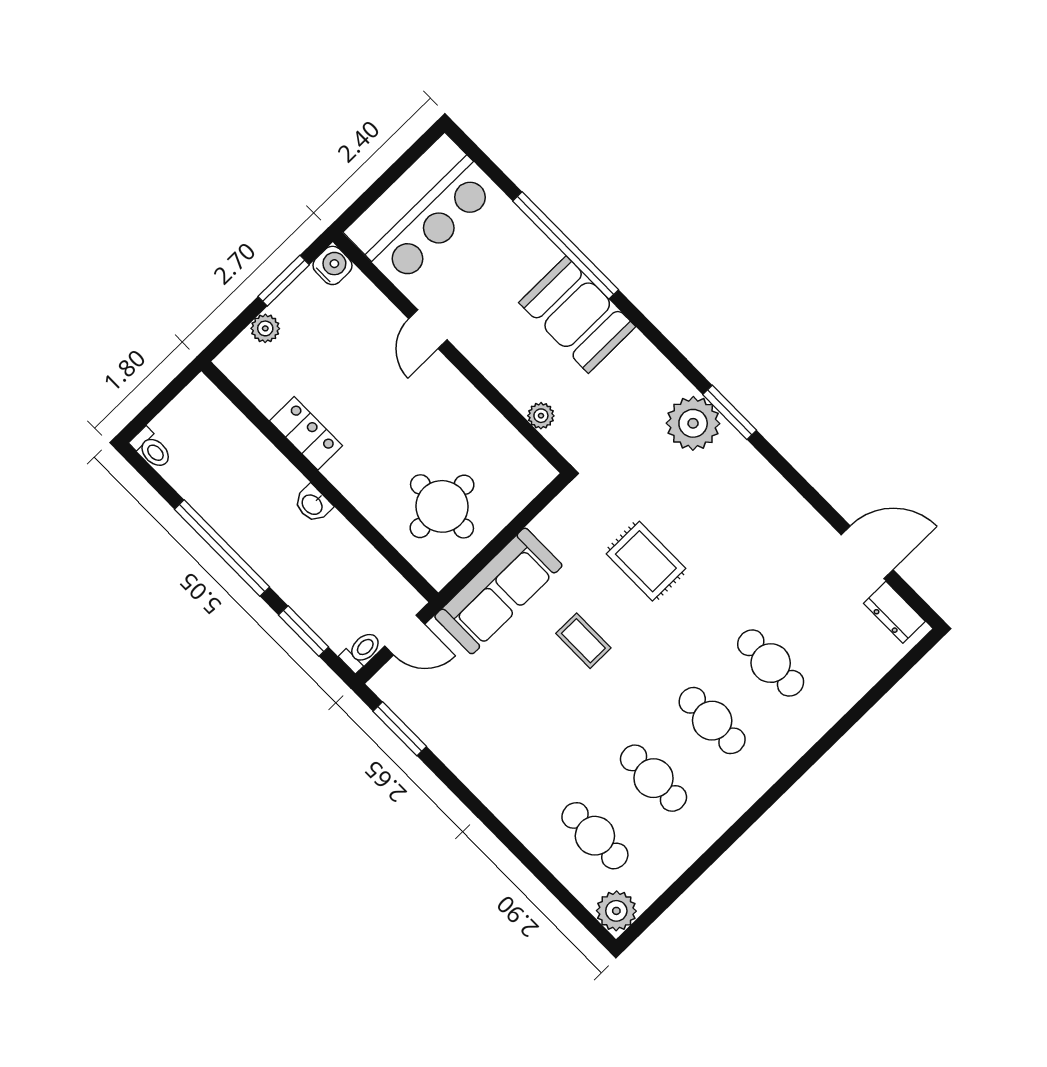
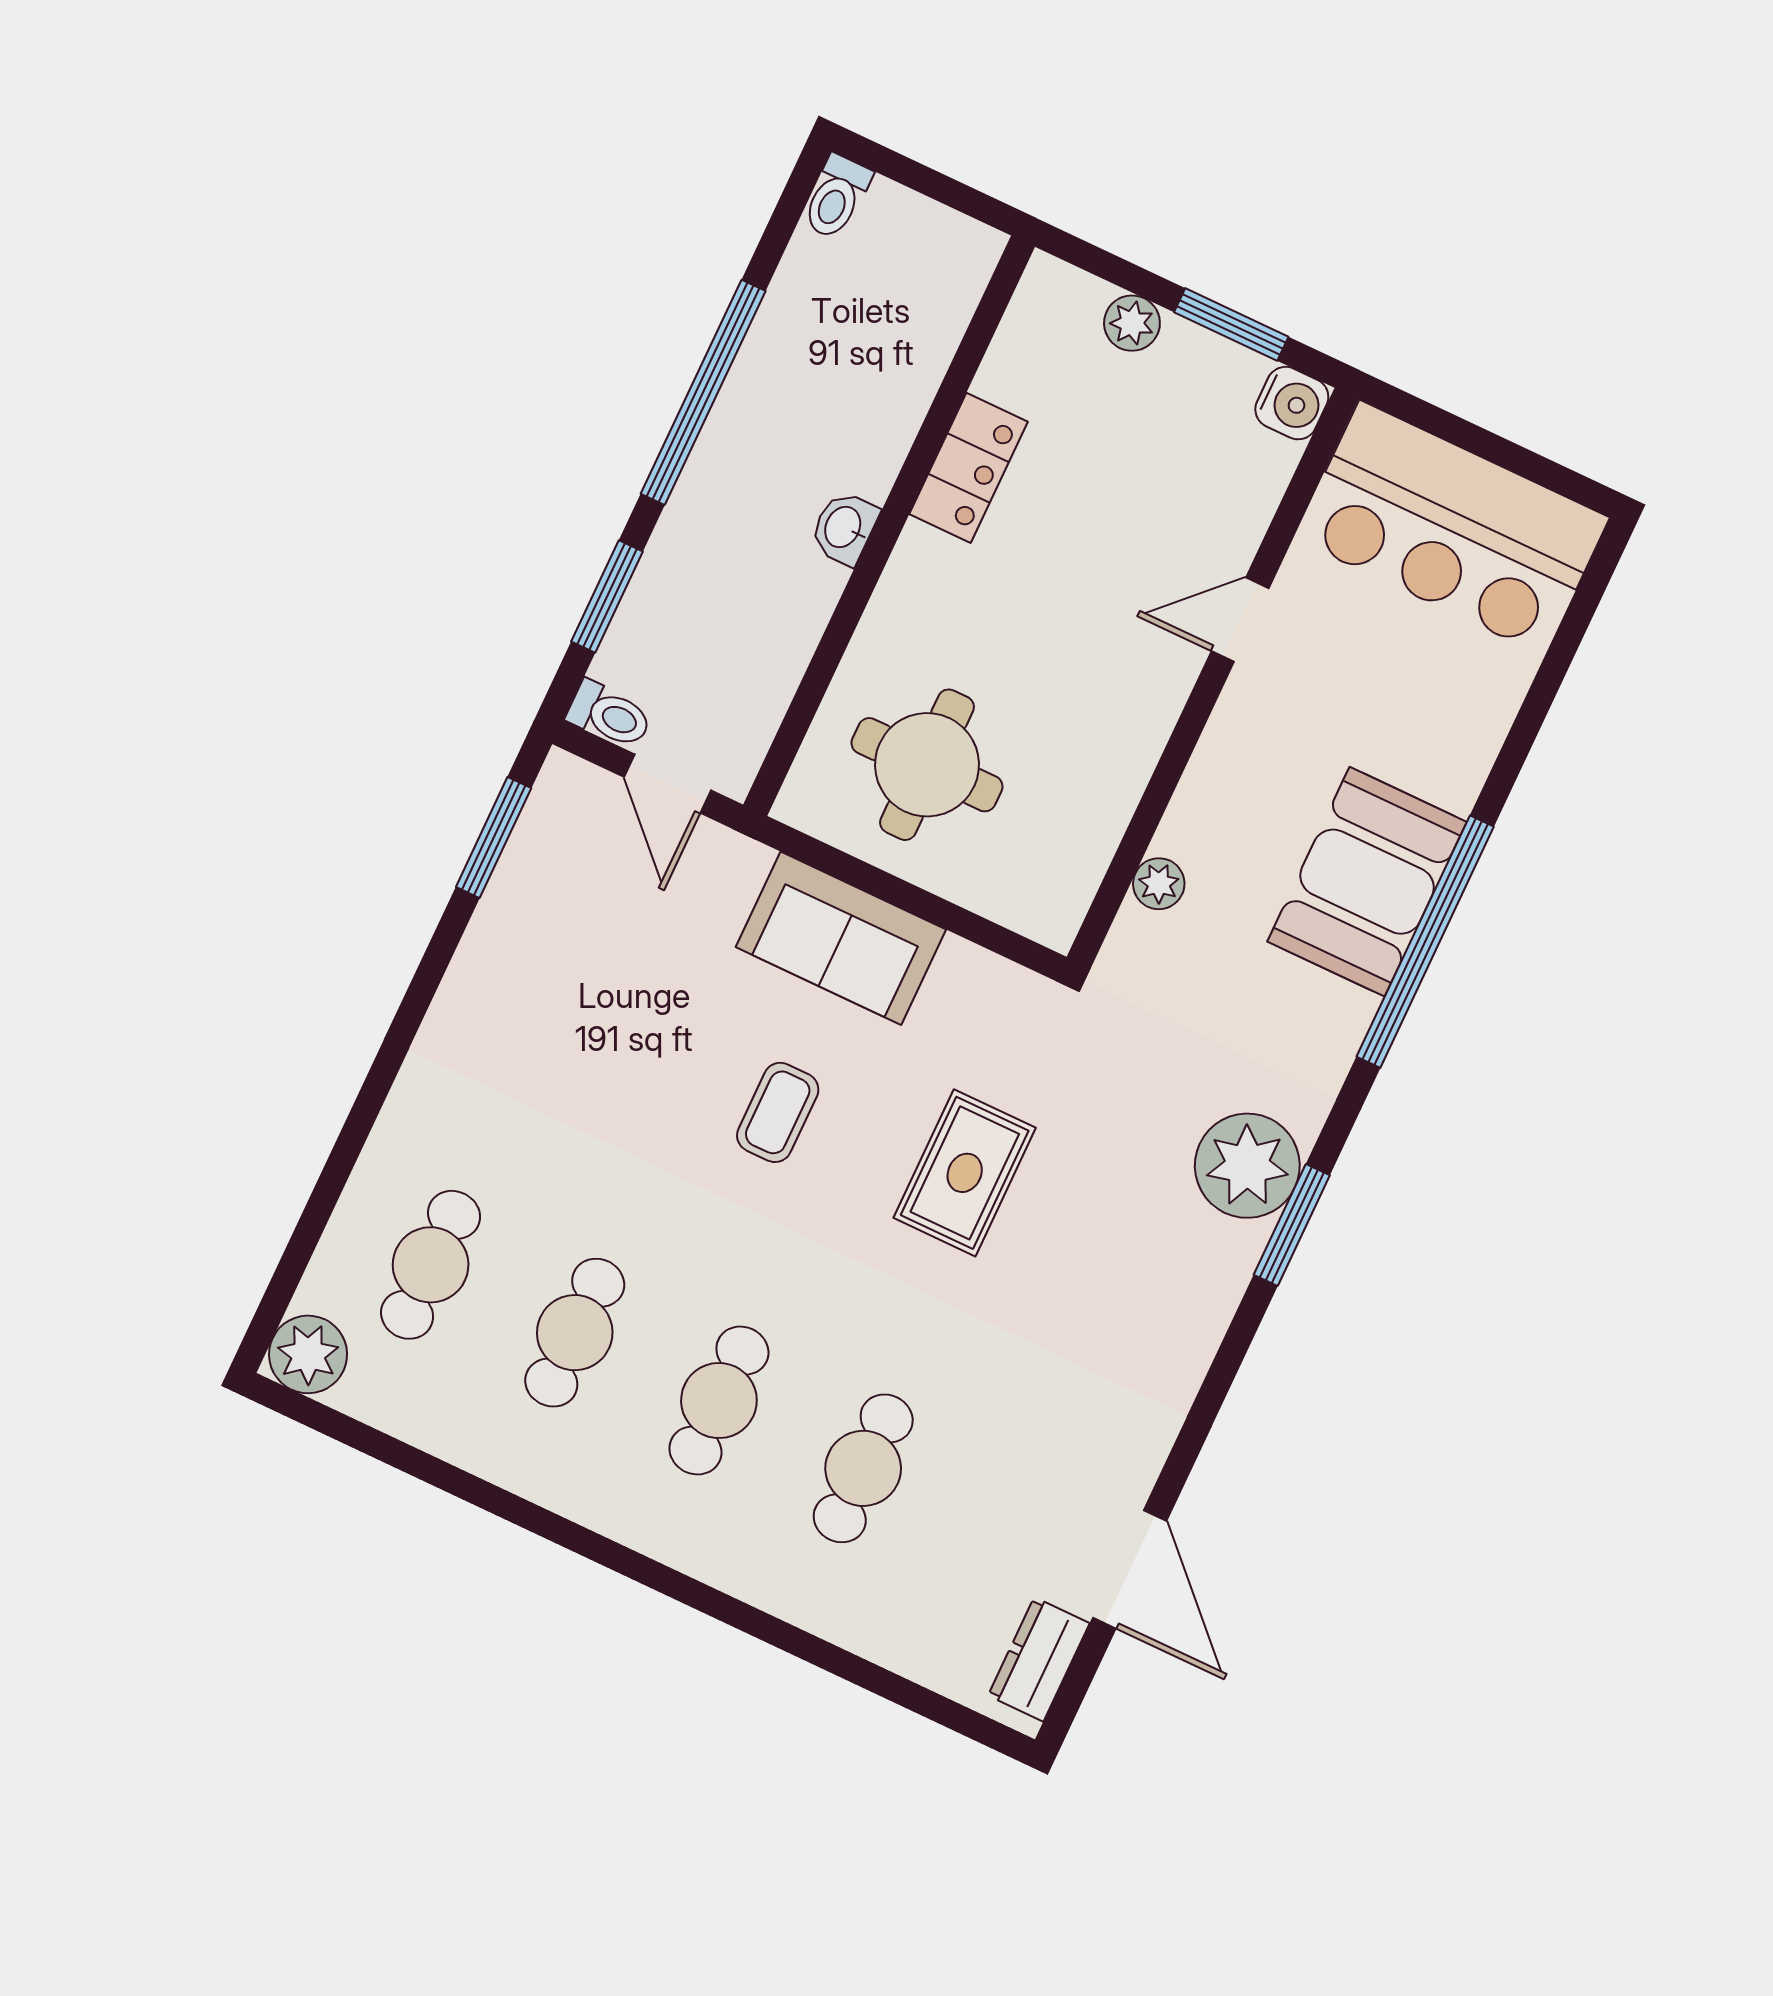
window: (566, 245) -> (1425, 942), moved
sofa: (498, 591) -> (841, 938), width x0.73

